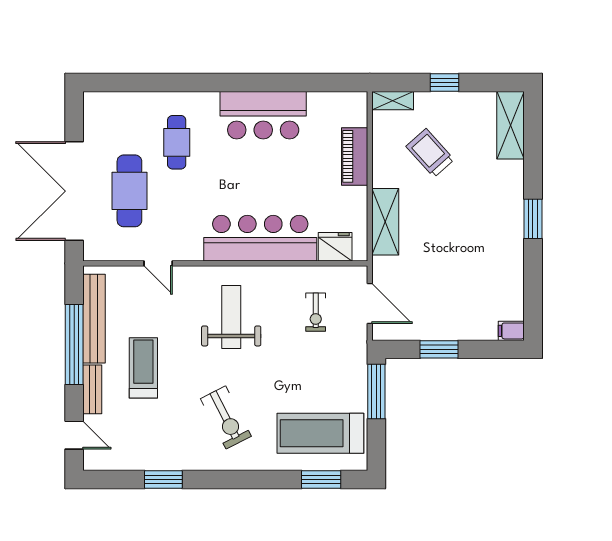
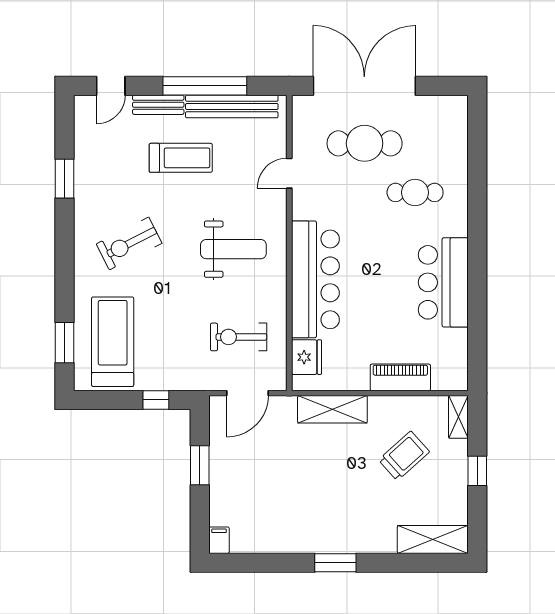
exercise bike: (316, 312) -> (239, 337), width x1.38, depth x1.39
window: (376, 392) -> (156, 400), width x0.46

